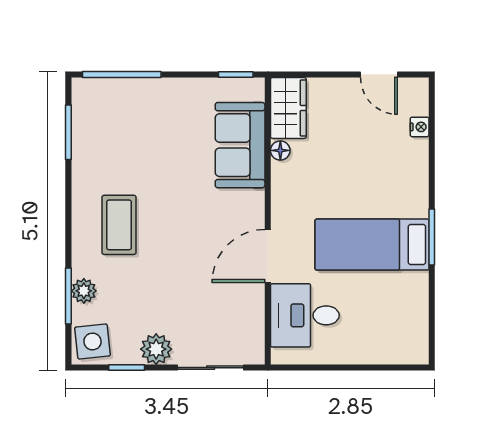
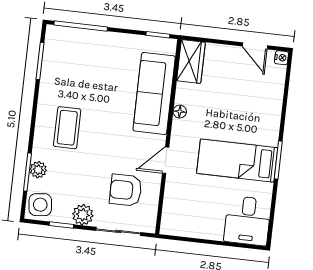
nightstand: (420, 127) -> (281, 58), moved
sofa: (240, 145) -> (154, 93), width x1.36
floor lamp: (280, 150) -> (180, 112), moved
door: (268, 256) -> (166, 160), width x0.73
armchair: (215, 306) -> (126, 190), added
desk: (305, 315) -> (247, 221), moved, turned -90

